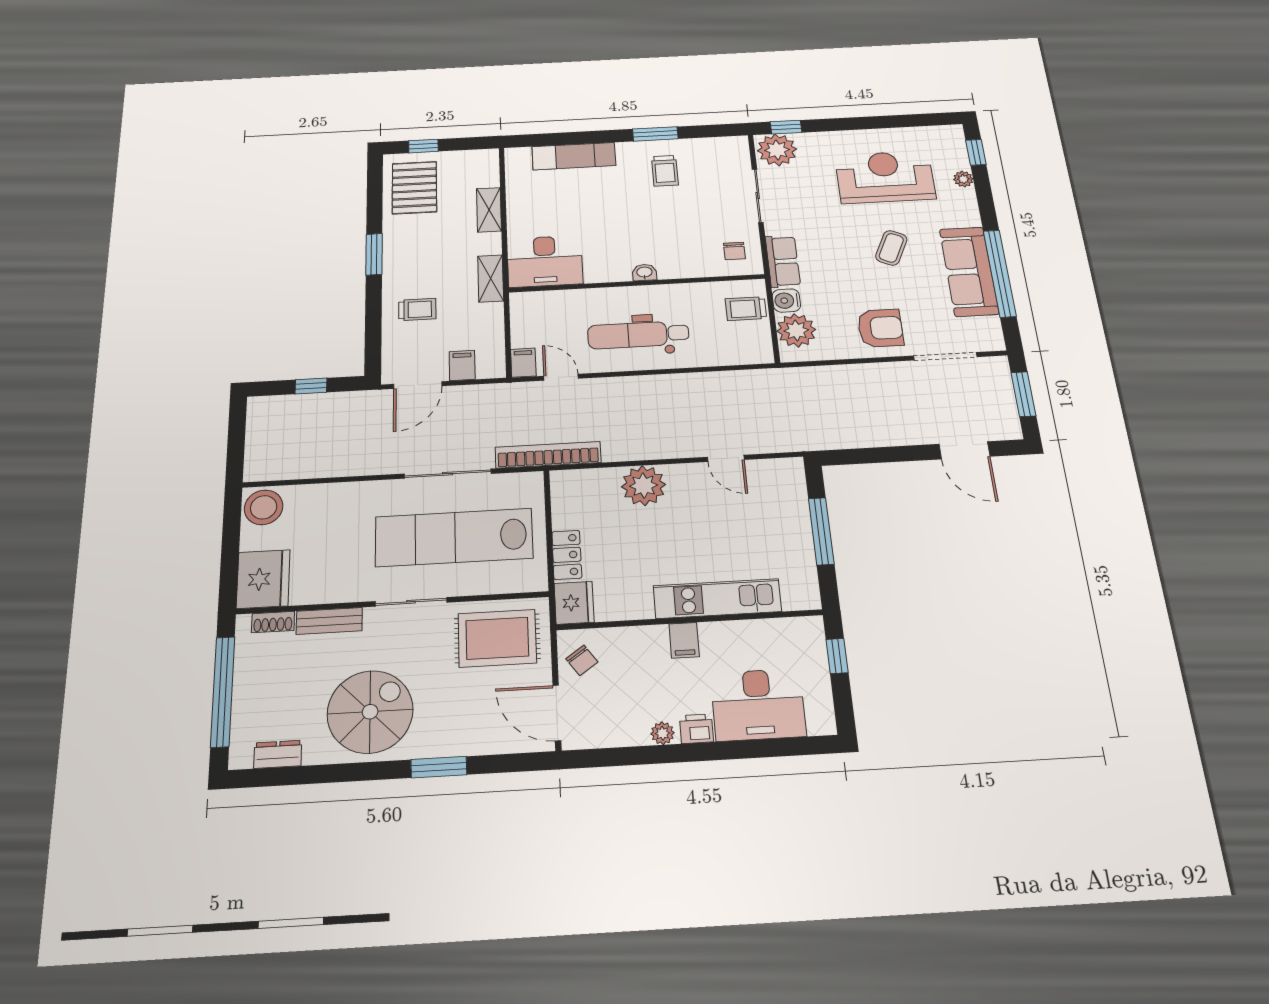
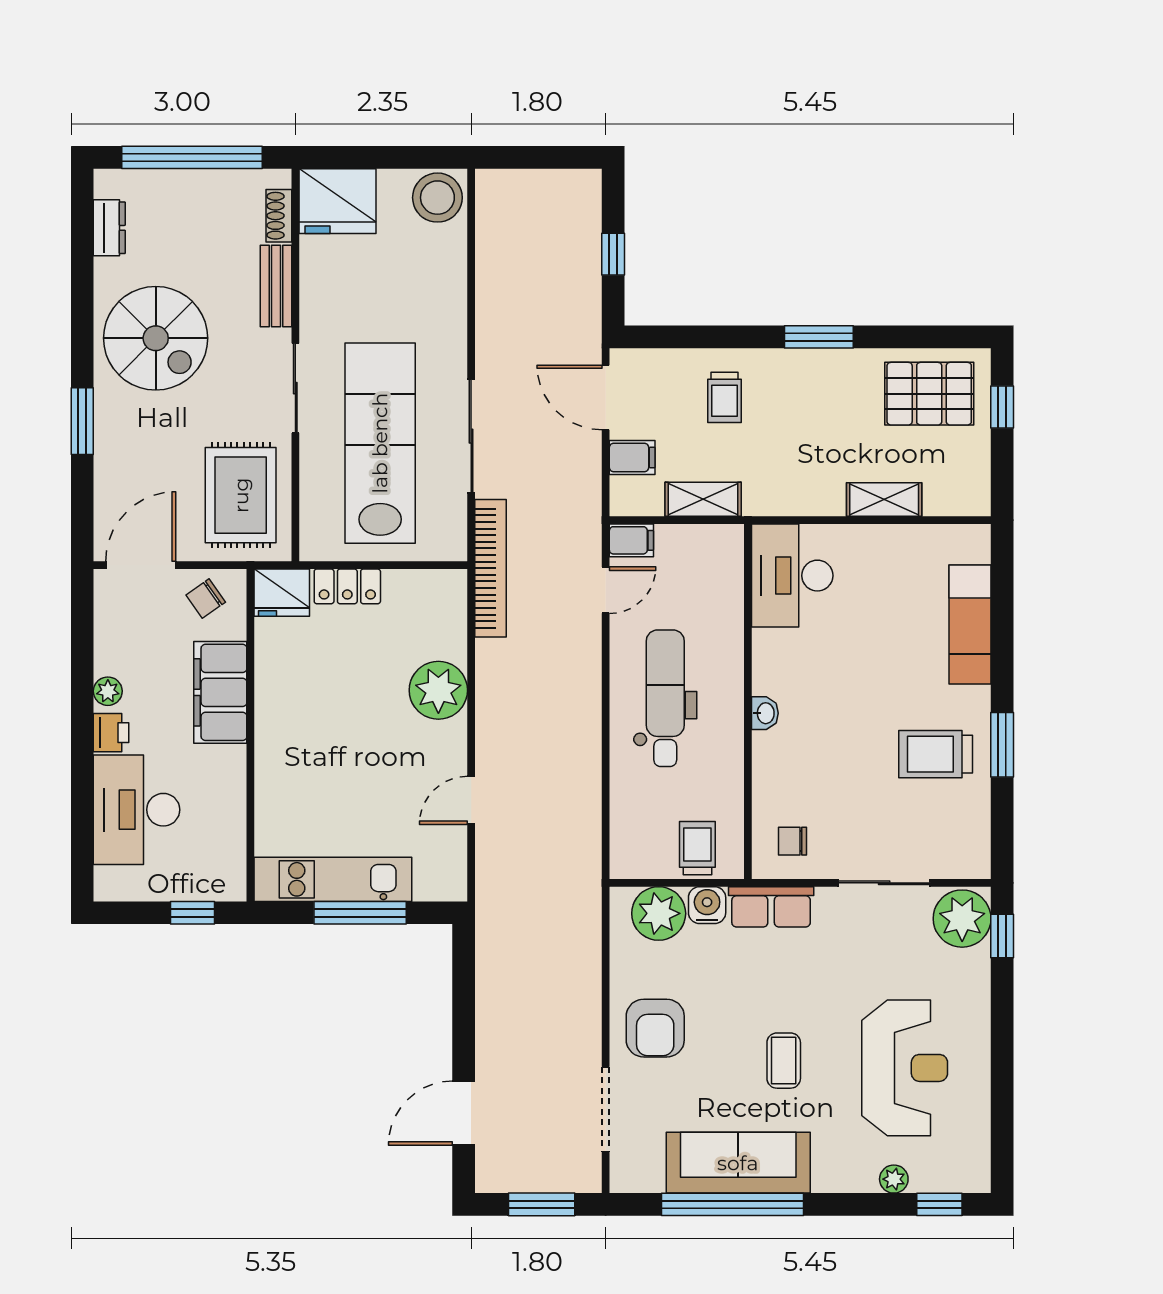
trolley: (665, 171) -> (936, 754), width x1.36, depth x1.39
coffee table: (891, 248) -> (784, 1061), turned 65
shelving: (491, 278) -> (703, 499), moved
kitchen unit: (717, 599) -> (333, 879), moved, turned -90
filing cabinet: (684, 640) -> (220, 692), width x3.00, depth x1.17

